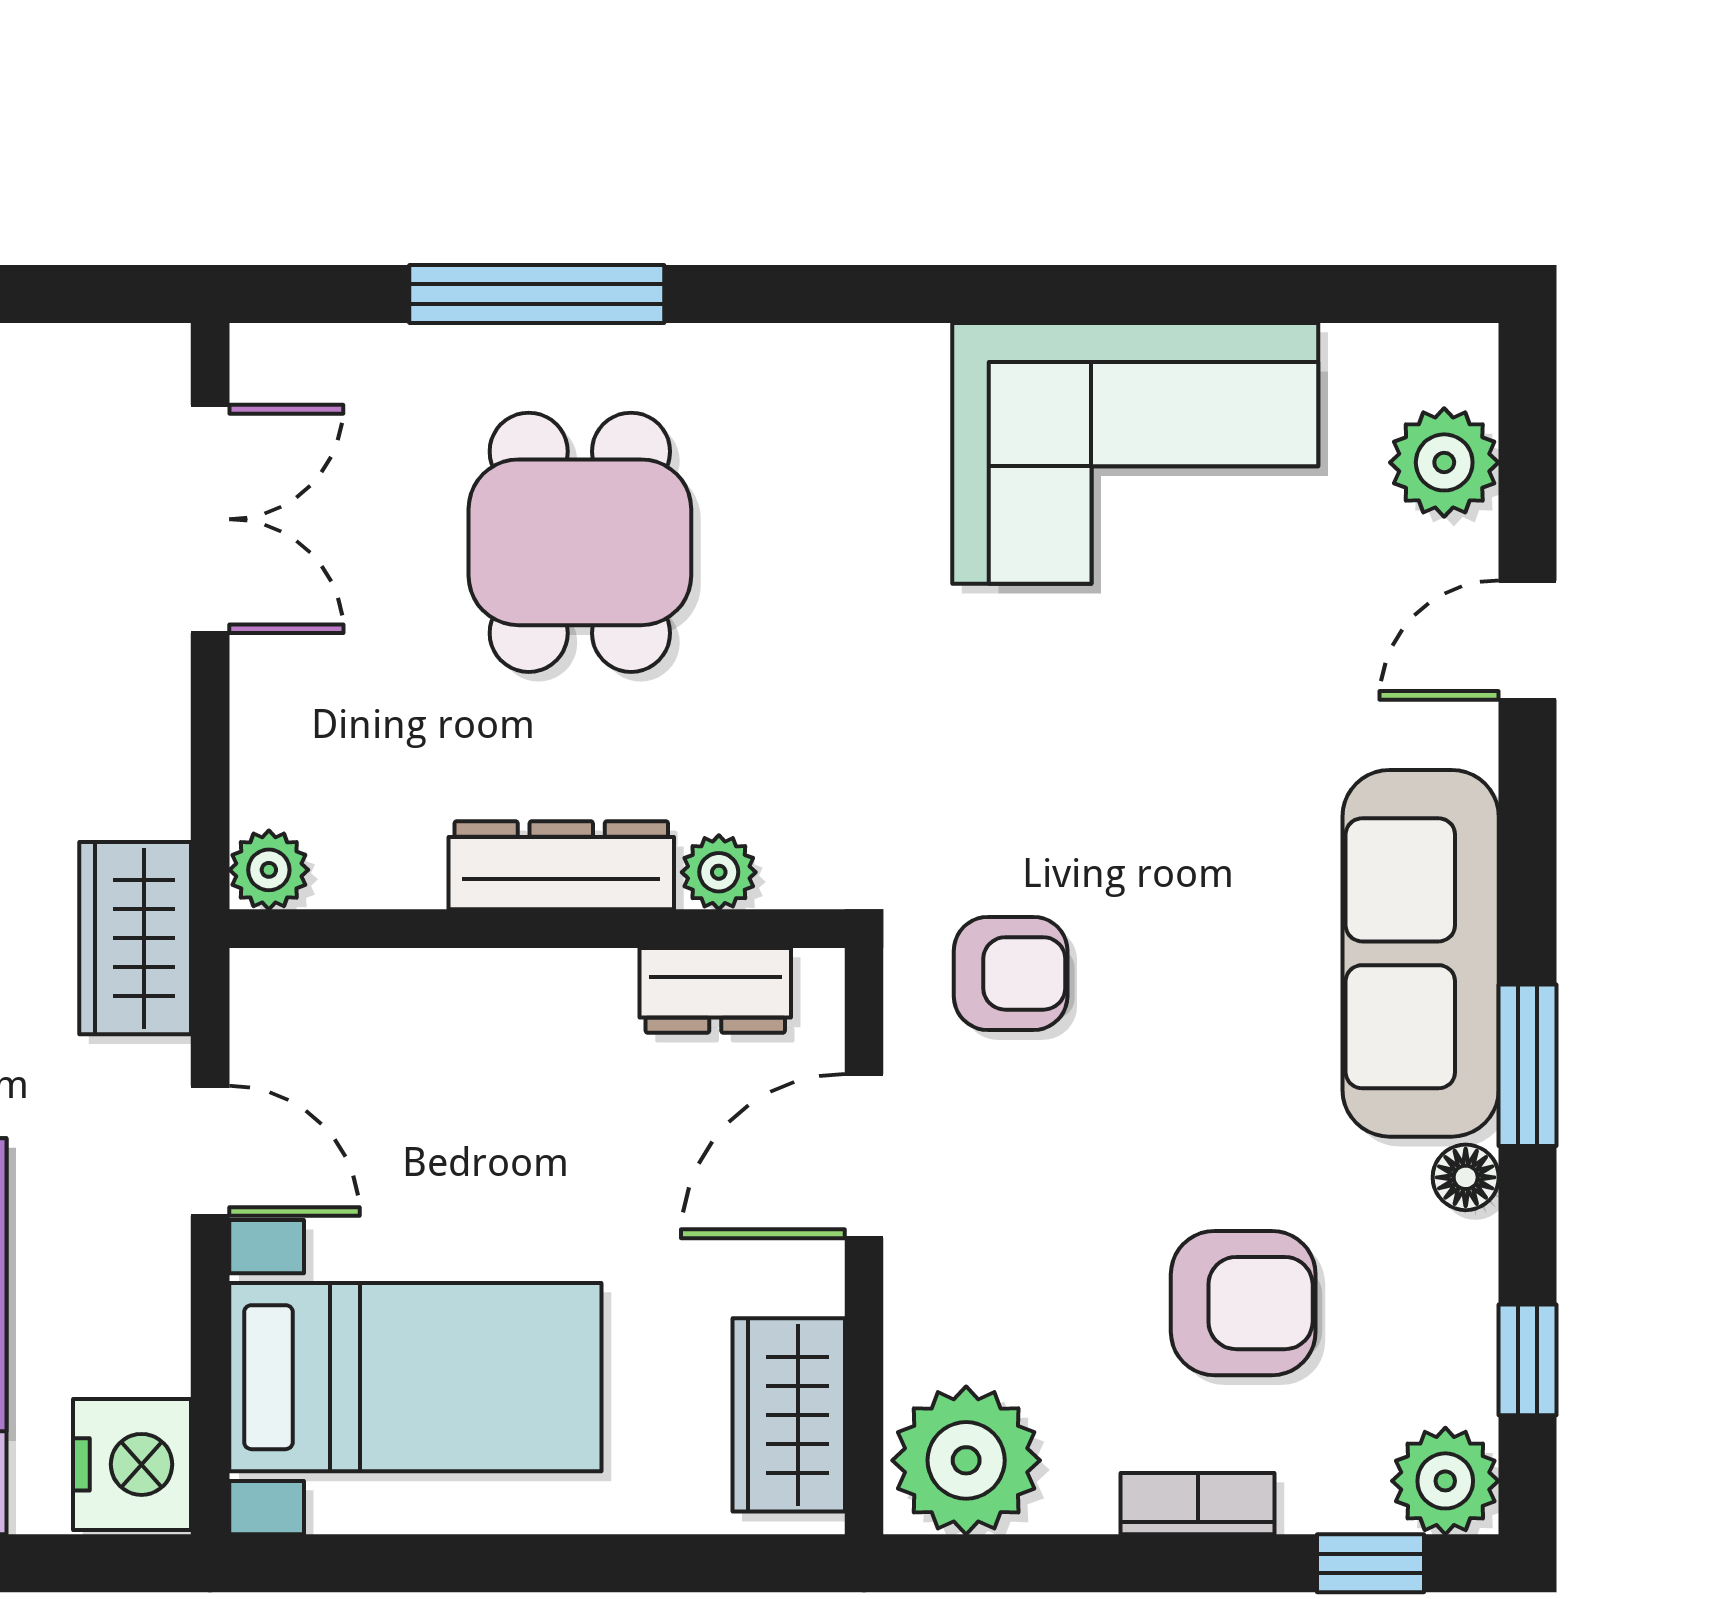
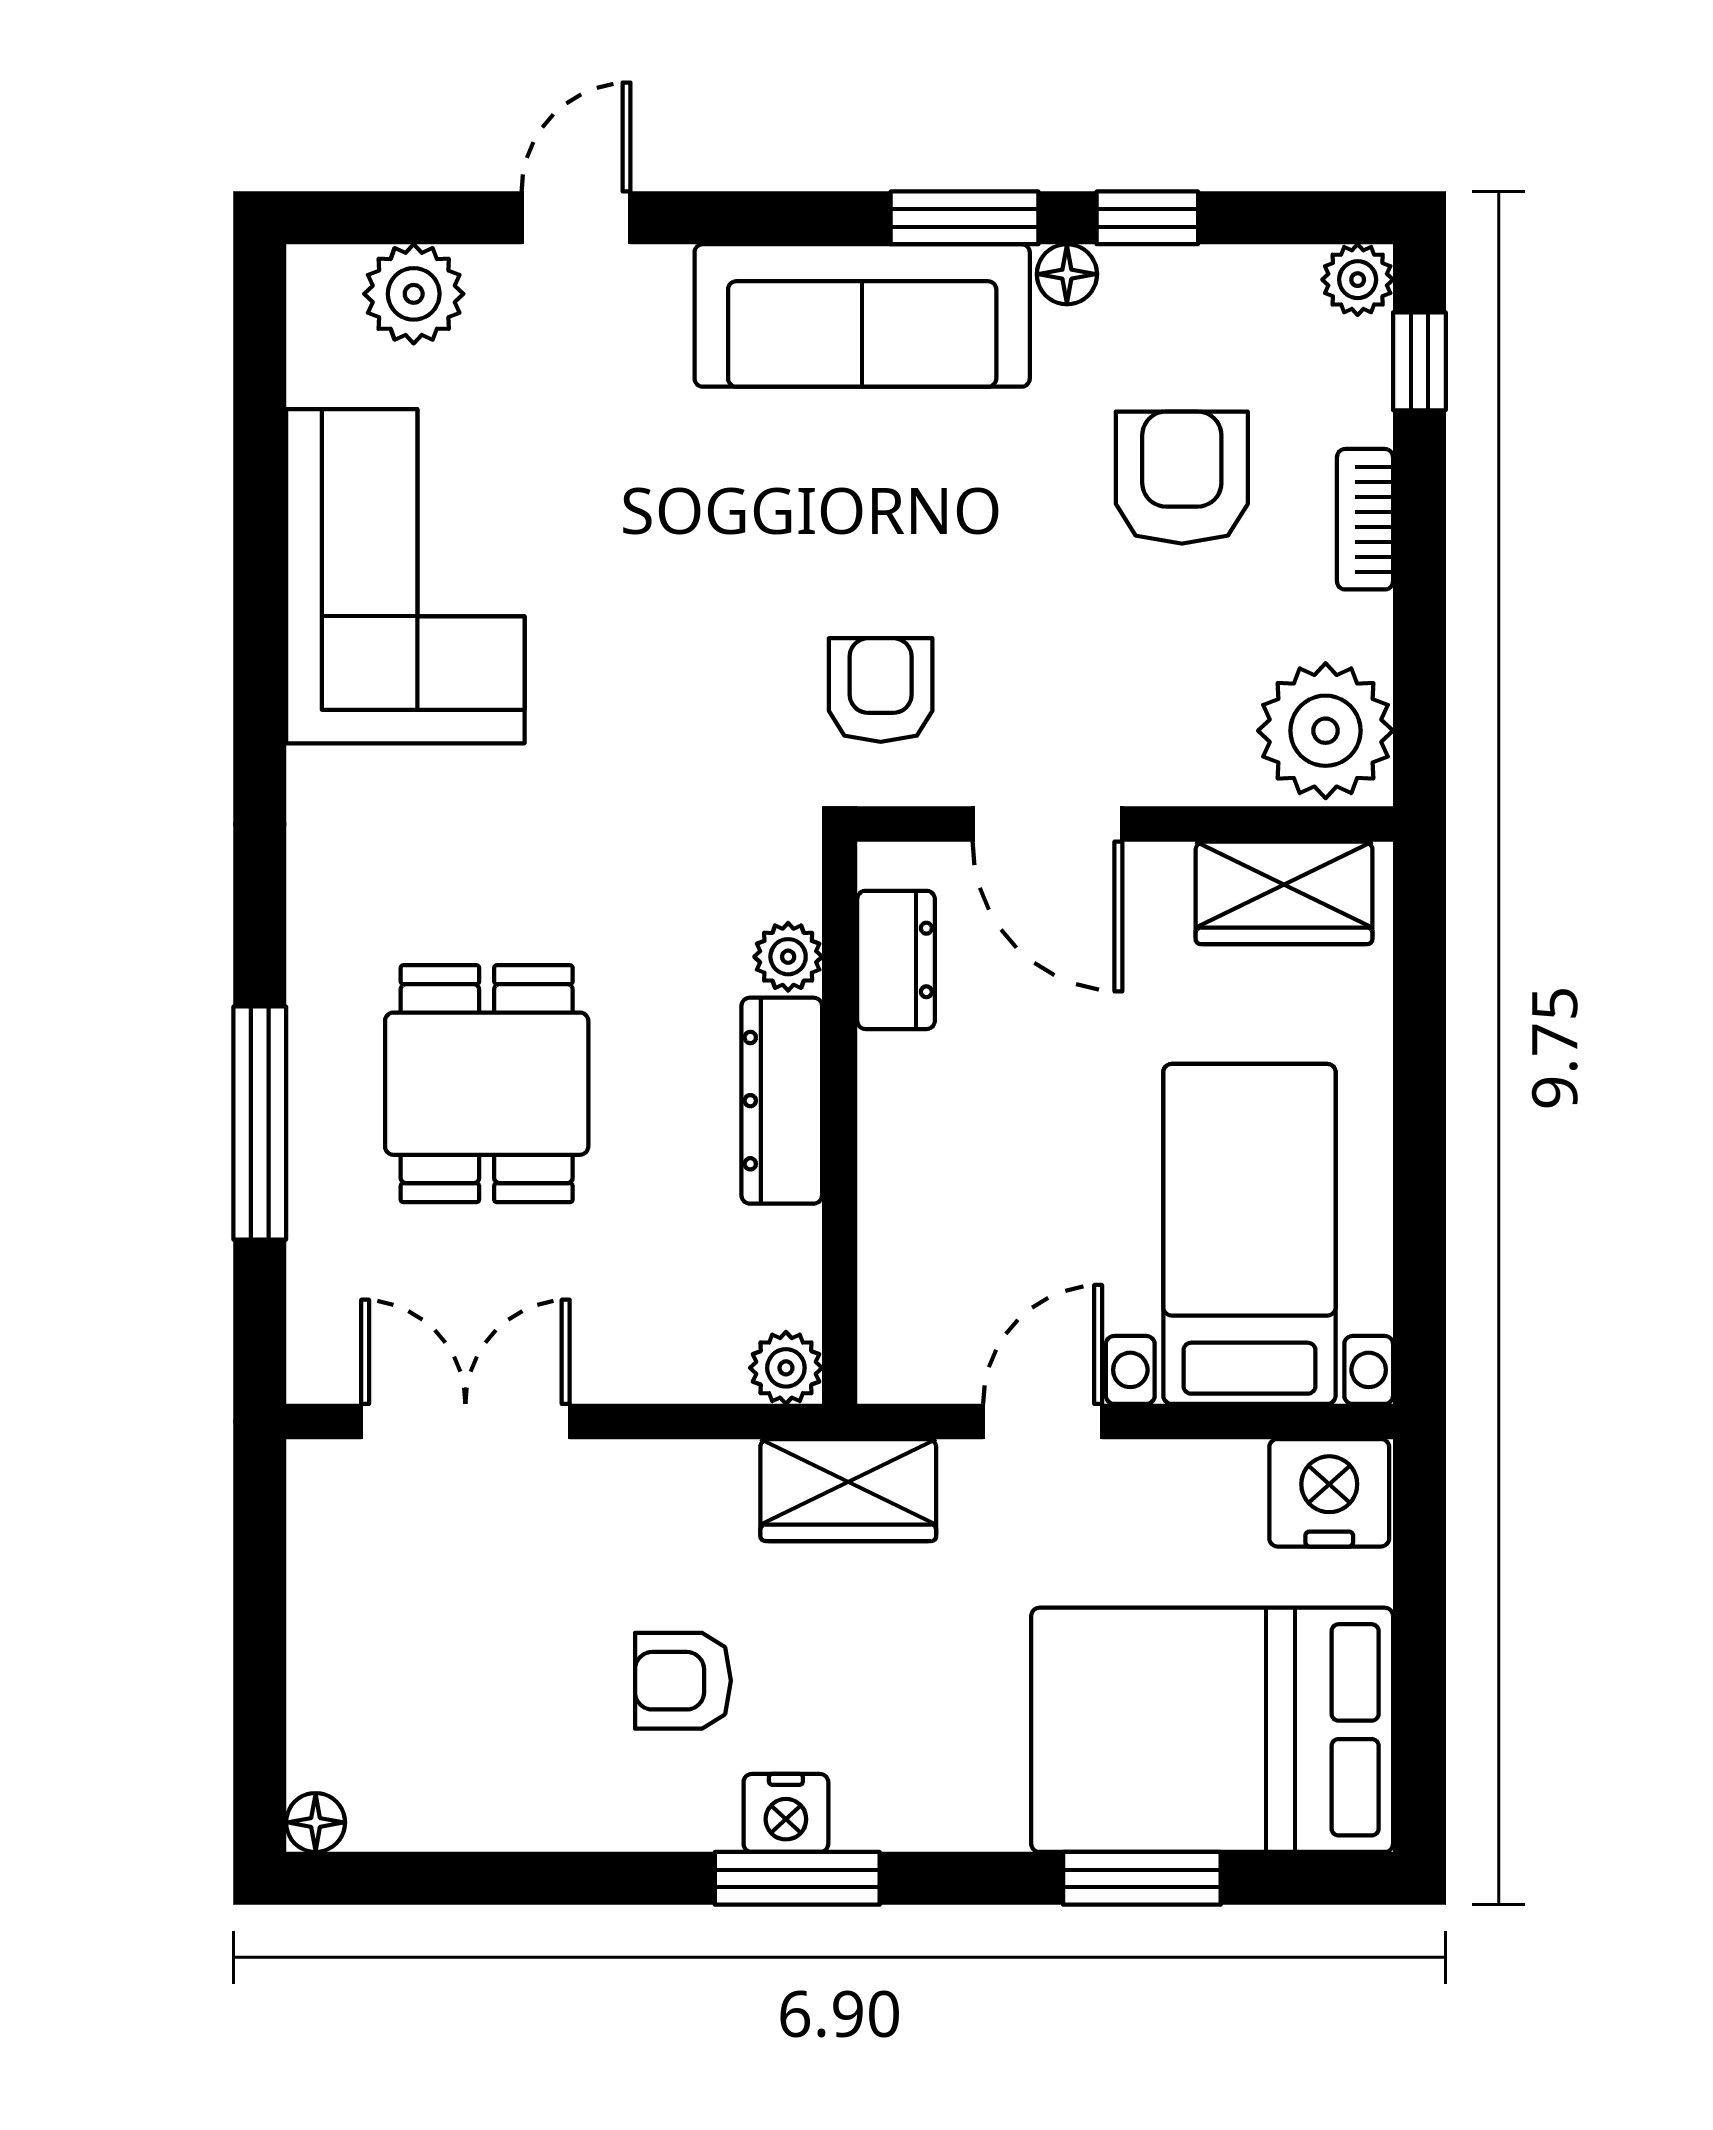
dining table: (580, 542) -> (487, 1084), turned 90
door: (1527, 640) -> (576, 218), swing flipped
window: (1527, 1360) -> (1147, 218), moved
plant: (1445, 1481) -> (1358, 280), width x0.73, depth x0.73

